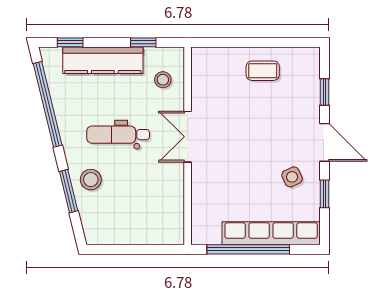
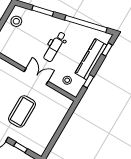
coffee table: (263, 71) -> (22, 111), moved, width x1.86, depth x1.72
dental chair: (118, 135) -> (55, 47), turned 180
stool: (91, 180) -> (16, 21), moved

